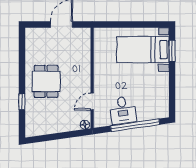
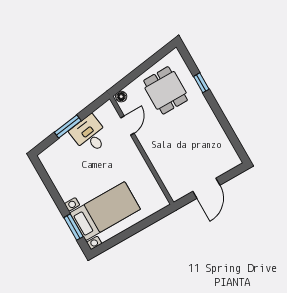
dining table: (46, 81) -> (166, 90), moved
window: (135, 125) -> (68, 126), width x0.47

